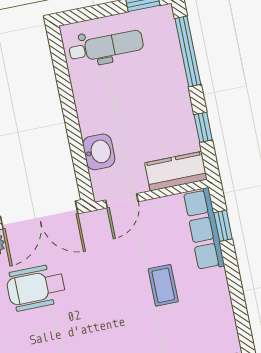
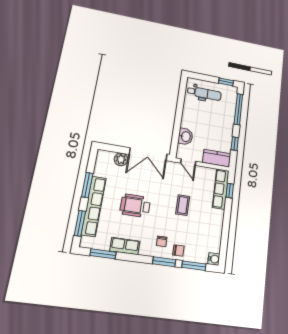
door: (122, 201) -> (188, 162), hinge flipped
coffee table: (163, 285) -> (183, 205), moved
wheelchair: (36, 287) -> (135, 206), moved

